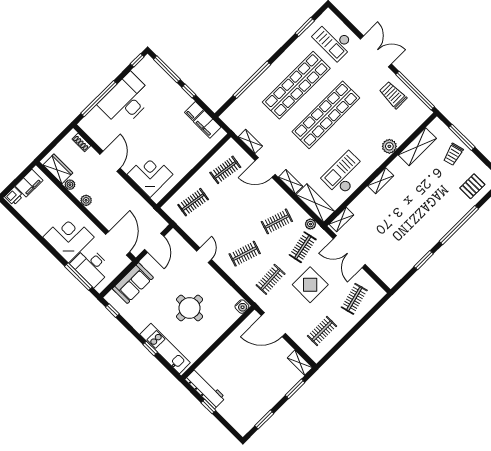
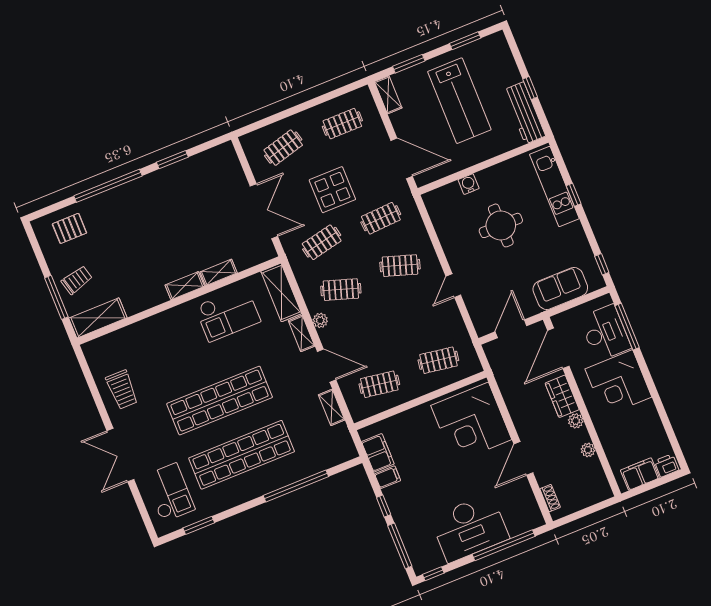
window: (415, 91) -> (91, 383), removed
plant: (389, 146) -> (155, 325), removed
shelving: (417, 147) -> (98, 318), moved
wardrobe: (58, 169) -> (562, 396), moved
corner desk: (150, 174) -> (471, 422), width x1.36, depth x1.36
shelving: (341, 219) -> (219, 272), moved
plant: (310, 224) -> (320, 320), moved
water cooler: (242, 307) -> (469, 184), moved
lab bench: (251, 379) -> (459, 101), added

